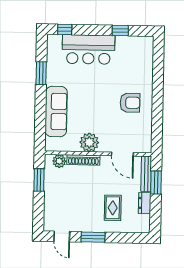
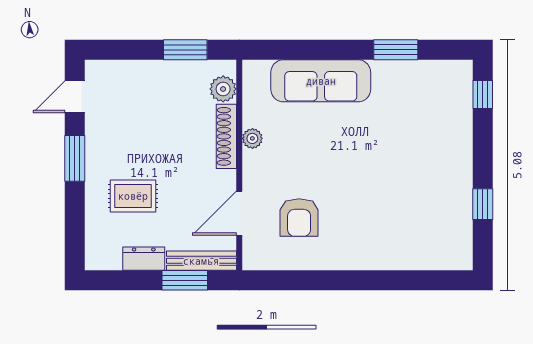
bar counter: (88, 49) -> (444, 142), removed
armchair: (130, 103) -> (299, 218), moved
plant: (89, 142) -> (252, 138), width x0.53, depth x0.53

